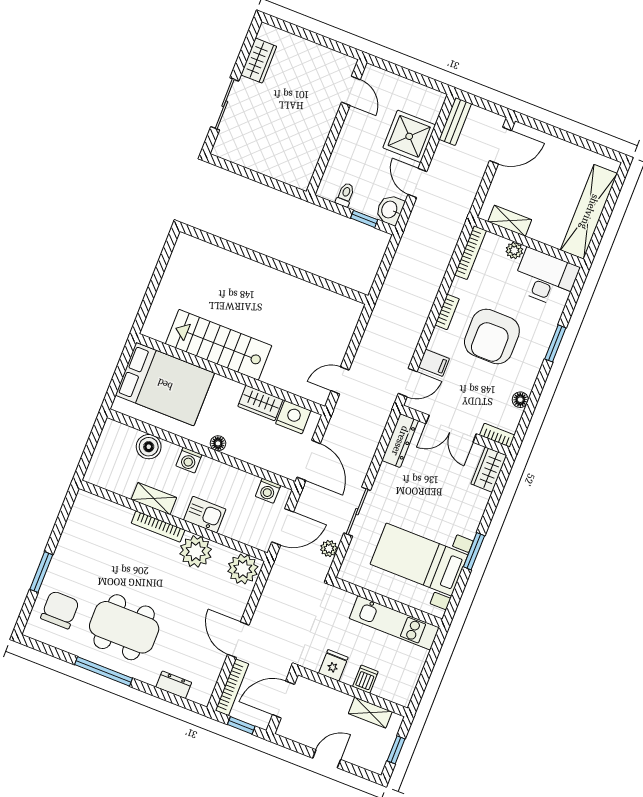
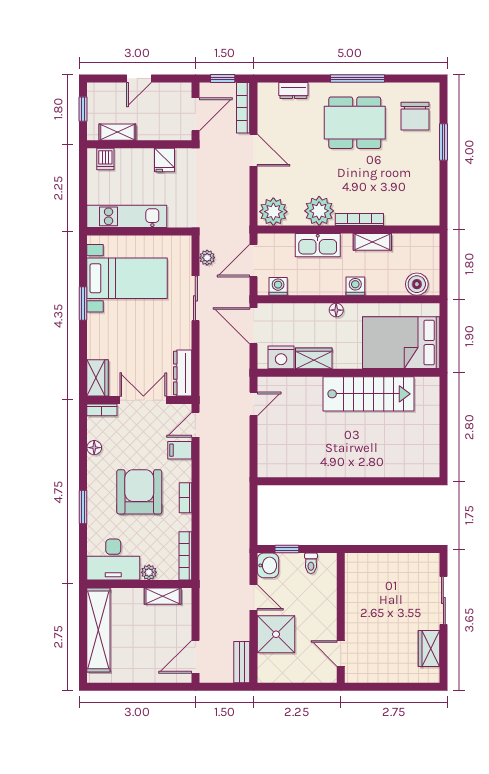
boiler: (149, 447) -> (417, 284), moved
kitchen sink: (205, 515) -> (318, 245), width x1.38
dishwasher: (365, 679) -> (105, 159), moved

